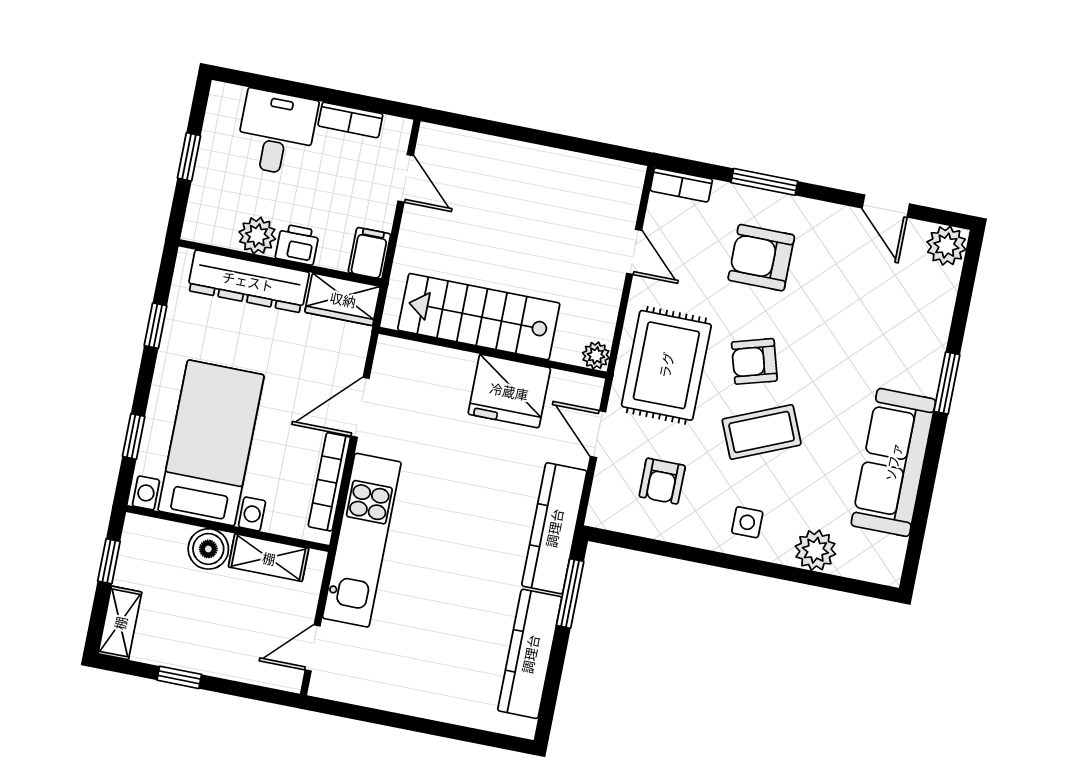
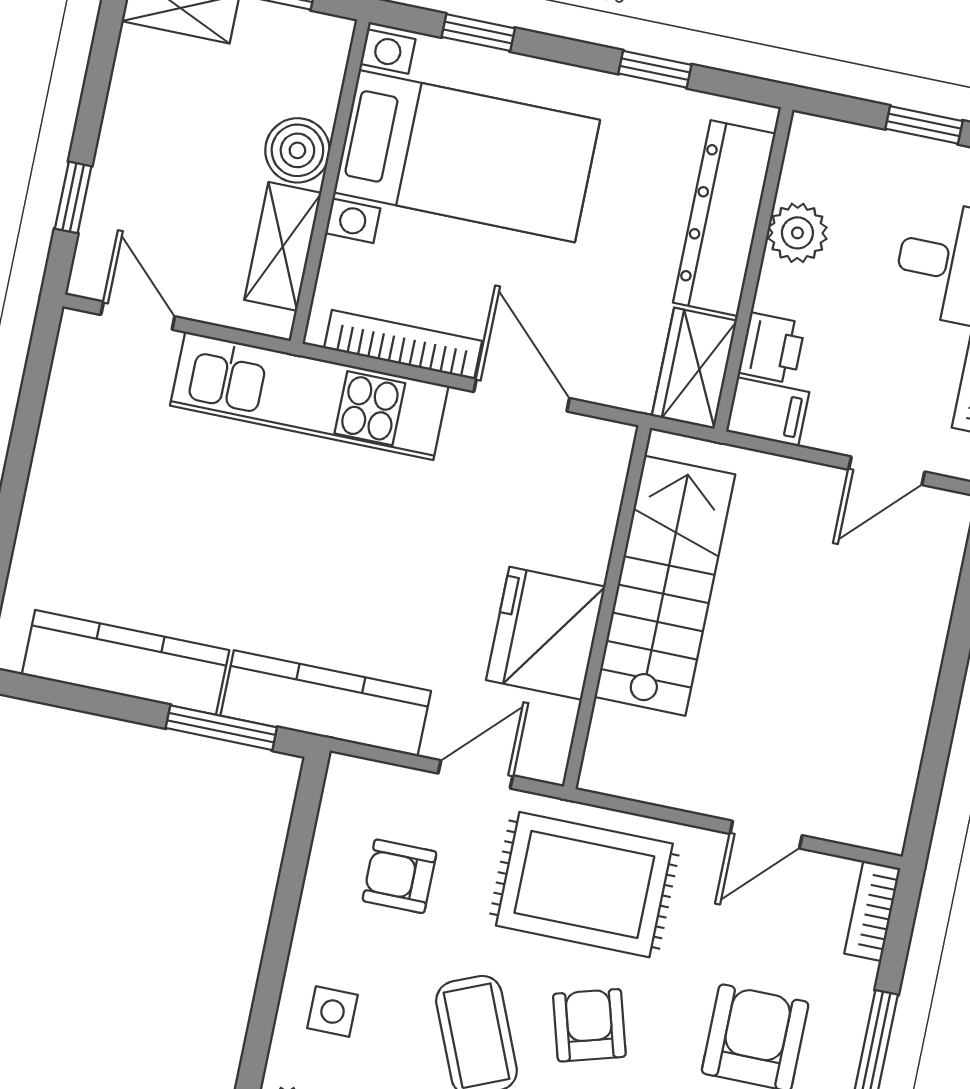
printer: (297, 245) -> (772, 348), moved
plant: (596, 355) -> (601, 772), removed
window: (179, 677) -> (73, 197), moved

